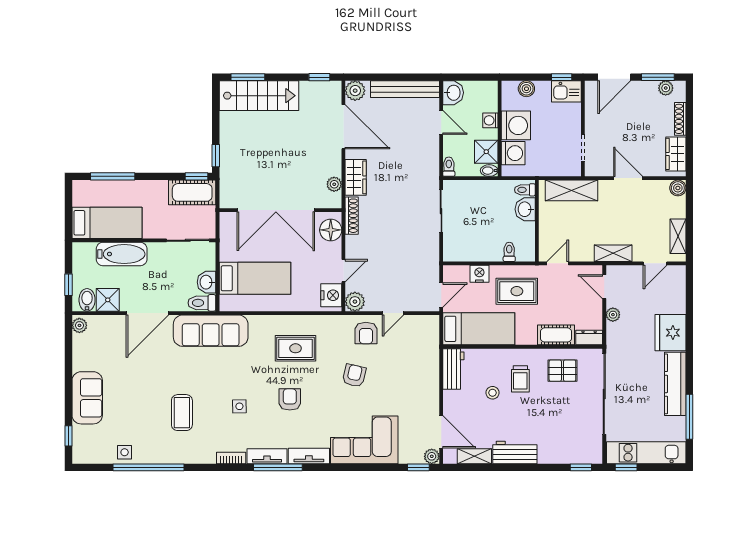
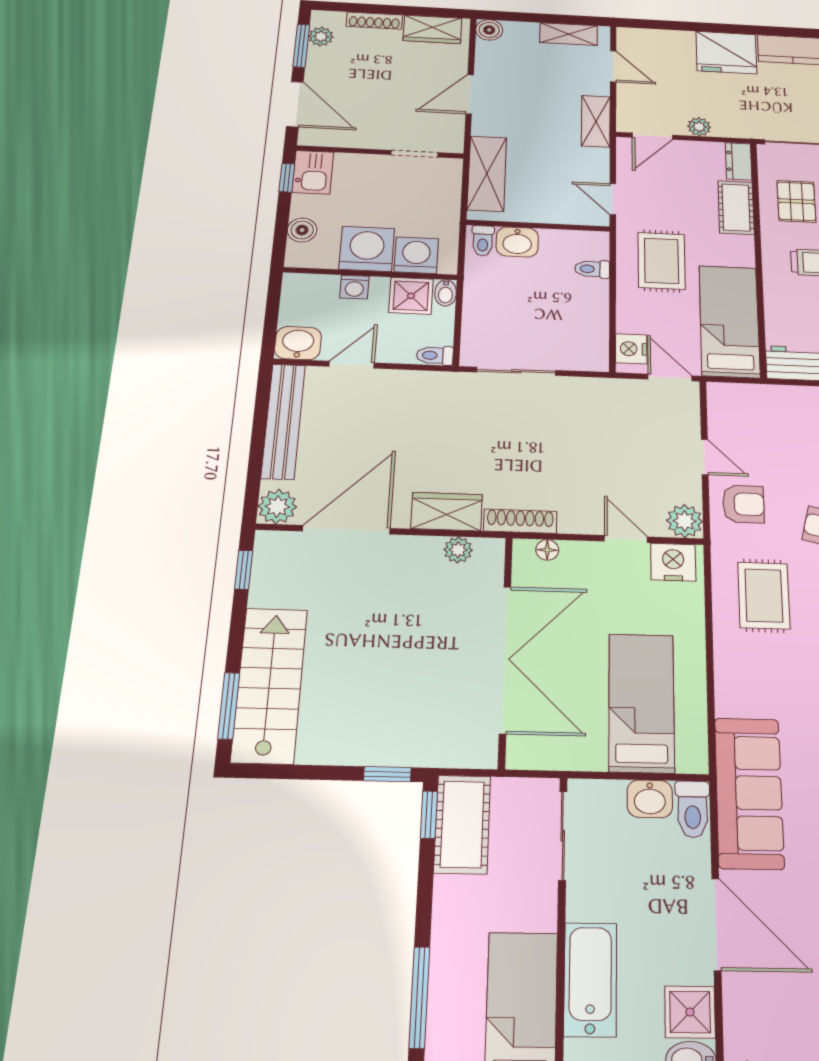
floor lamp: (331, 230) -> (547, 550), width x0.53, depth x0.53
nightstand: (479, 274) -> (631, 349), moved
rug: (296, 348) -> (764, 596), moved

